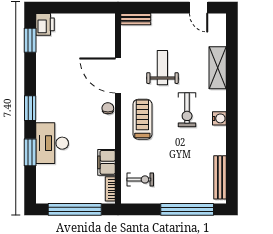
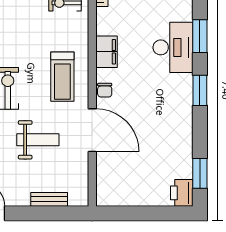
bench: (136, 19) -> (49, 199), moved
weight bench: (162, 68) -> (38, 140), turned -90
filing cabinet: (106, 162) -> (106, 52), moved

